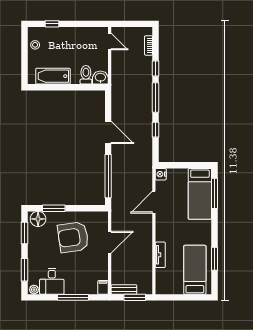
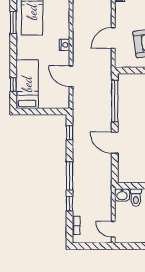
window: (156, 130) -> (70, 133), moved
nightstand: (161, 174) -> (64, 45), moved
window: (215, 193) -> (13, 85), width x0.46
door: (154, 202) -> (71, 76), swing flipped
tv unit: (160, 255) -> (65, 26), removed

